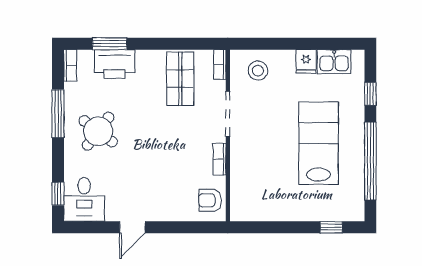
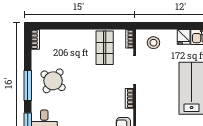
window: (110, 44) -> (60, 26), removed
printer: (115, 64) -> (63, 39), removed
window: (58, 114) -> (28, 86), moved

